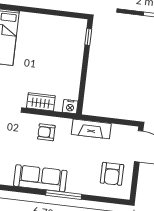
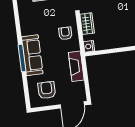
armchair: (112, 174) -> (47, 90), turned 90
sofa: (40, 178) -> (32, 55), moved

